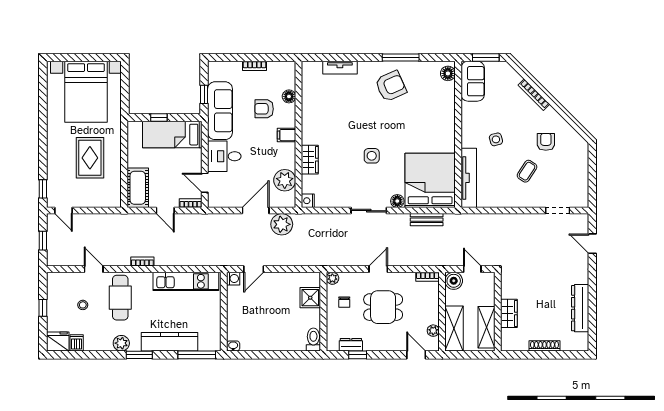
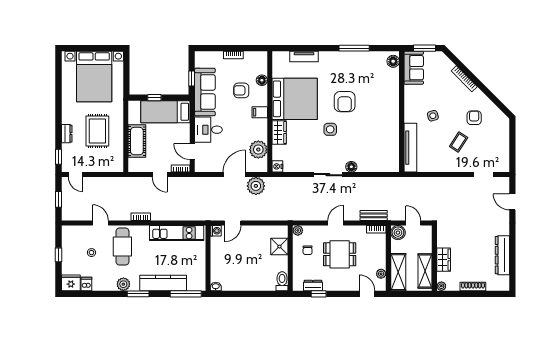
armchair: (391, 86) -> (345, 102), moved, turned 114
dresser: (53, 161) -> (67, 134), added
bed: (430, 180) -> (295, 99), moved, turned 90
cot: (138, 188) -> (137, 141), moved
bench: (427, 220) -> (374, 215), moved
plant: (506, 346) -> (441, 286), added

